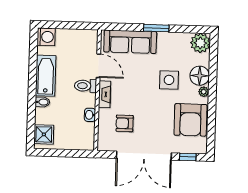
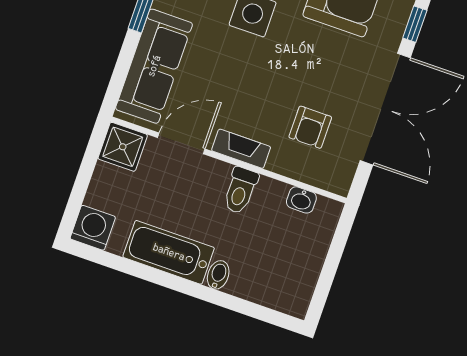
toilet: (85, 86) -> (240, 190), moved
washbasin: (90, 115) -> (301, 200), moved
shower: (44, 134) -> (123, 147), moved

